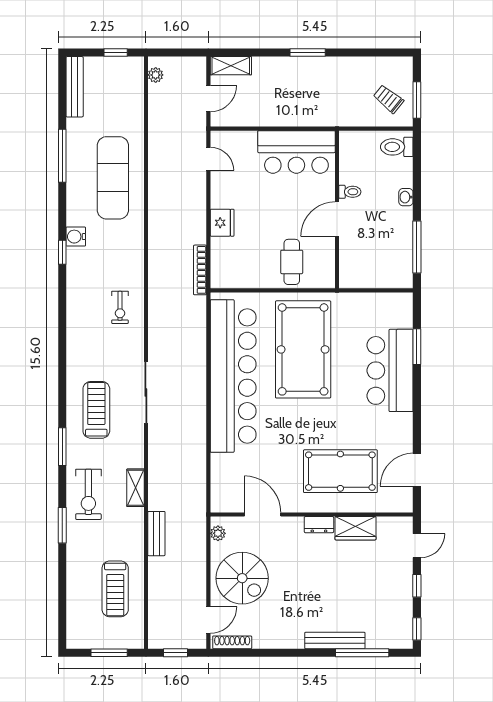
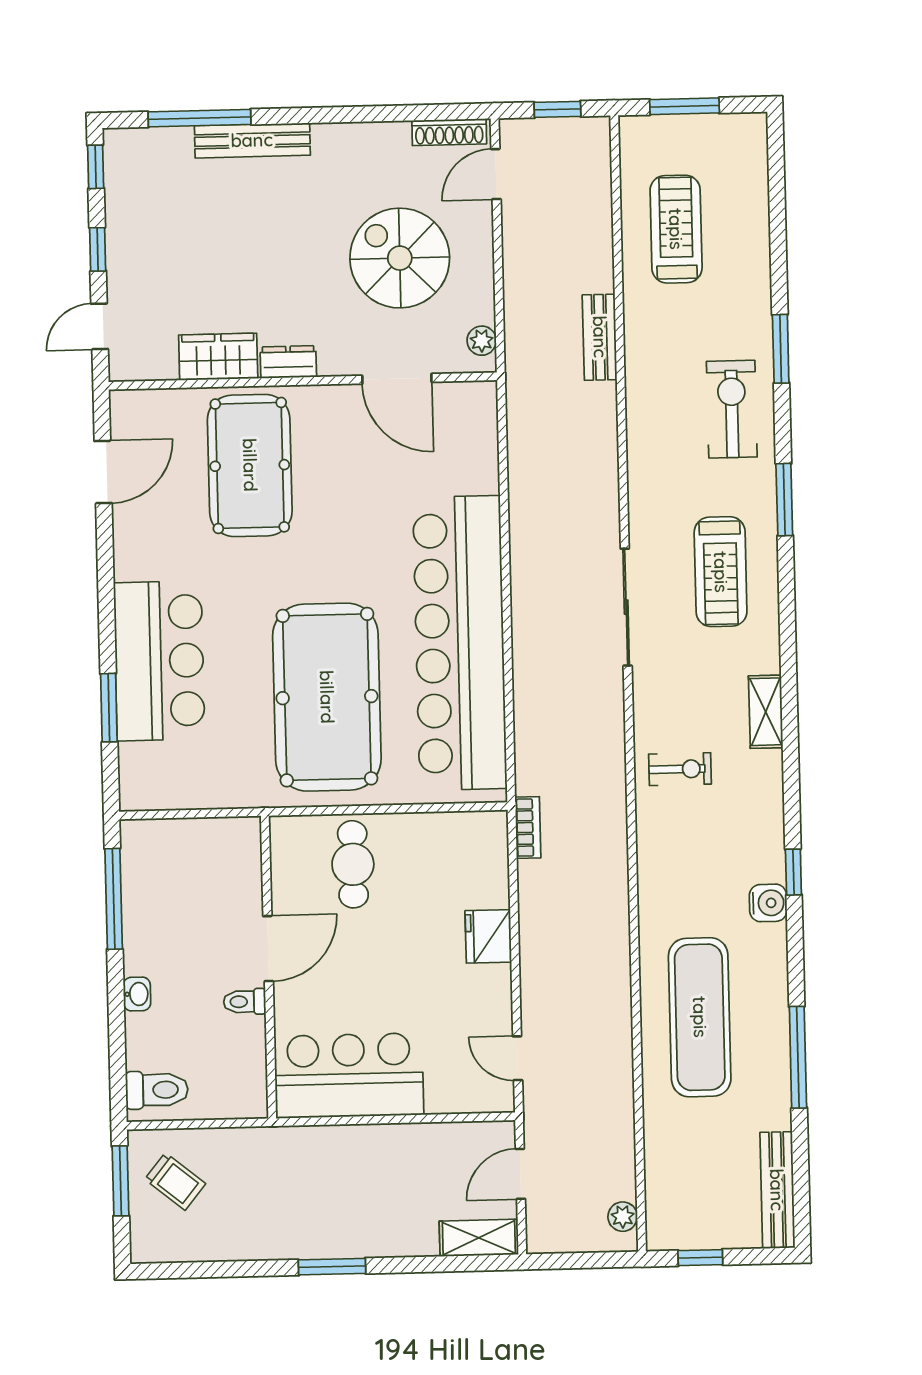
bookcase: (200, 270) -> (528, 827), width x0.64
exercise bike: (120, 307) -> (680, 769), turned 90
pool table: (340, 471) -> (250, 465), turned 90
shelving: (135, 488) -> (766, 712), moved
spiral stairs: (242, 578) -> (400, 258), moved

